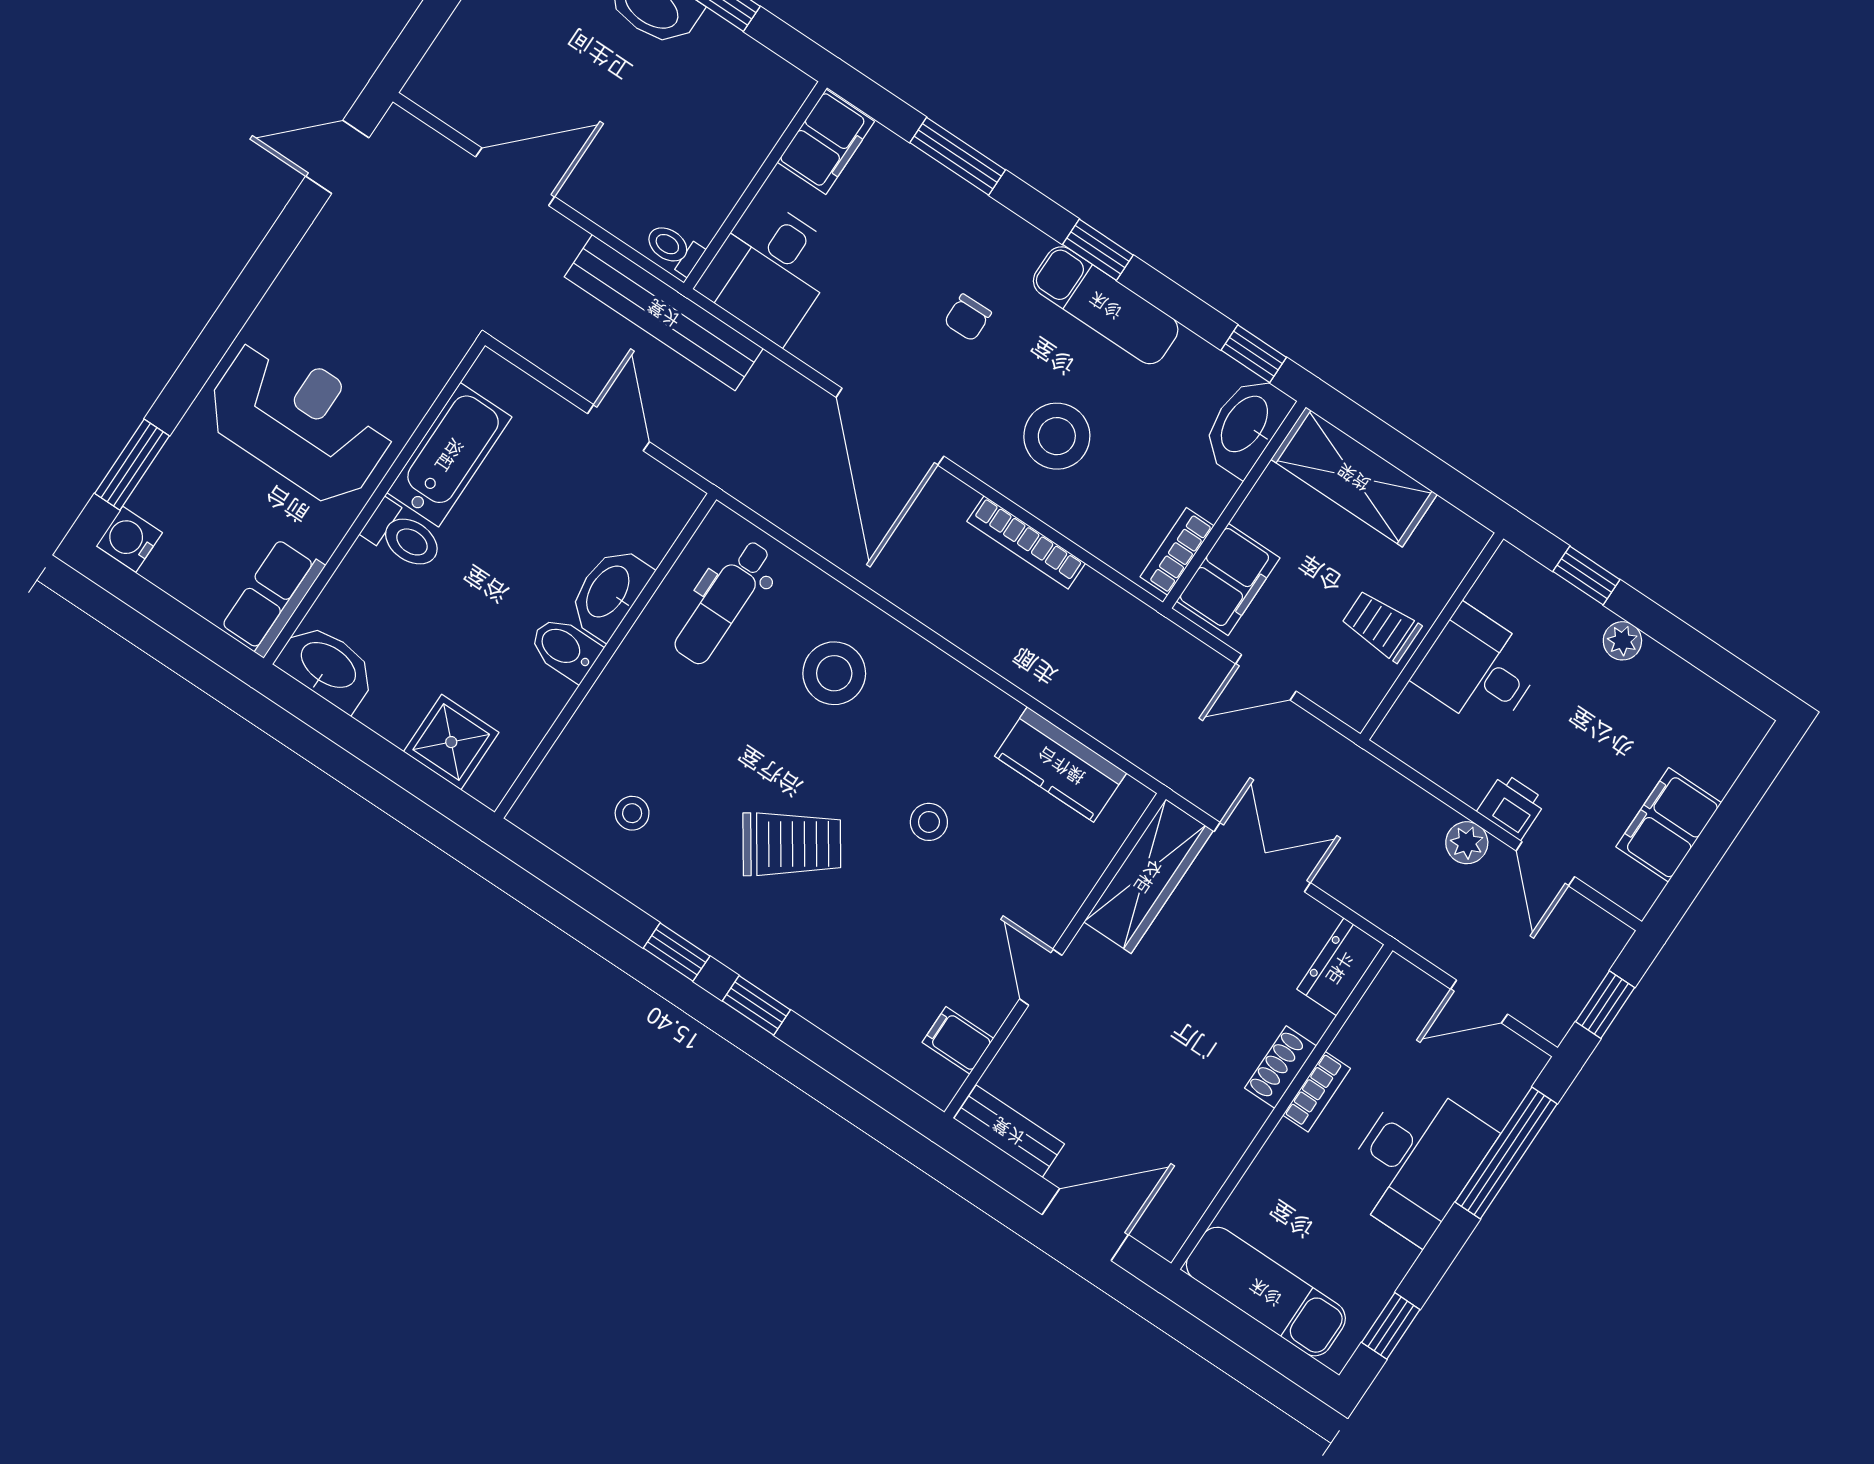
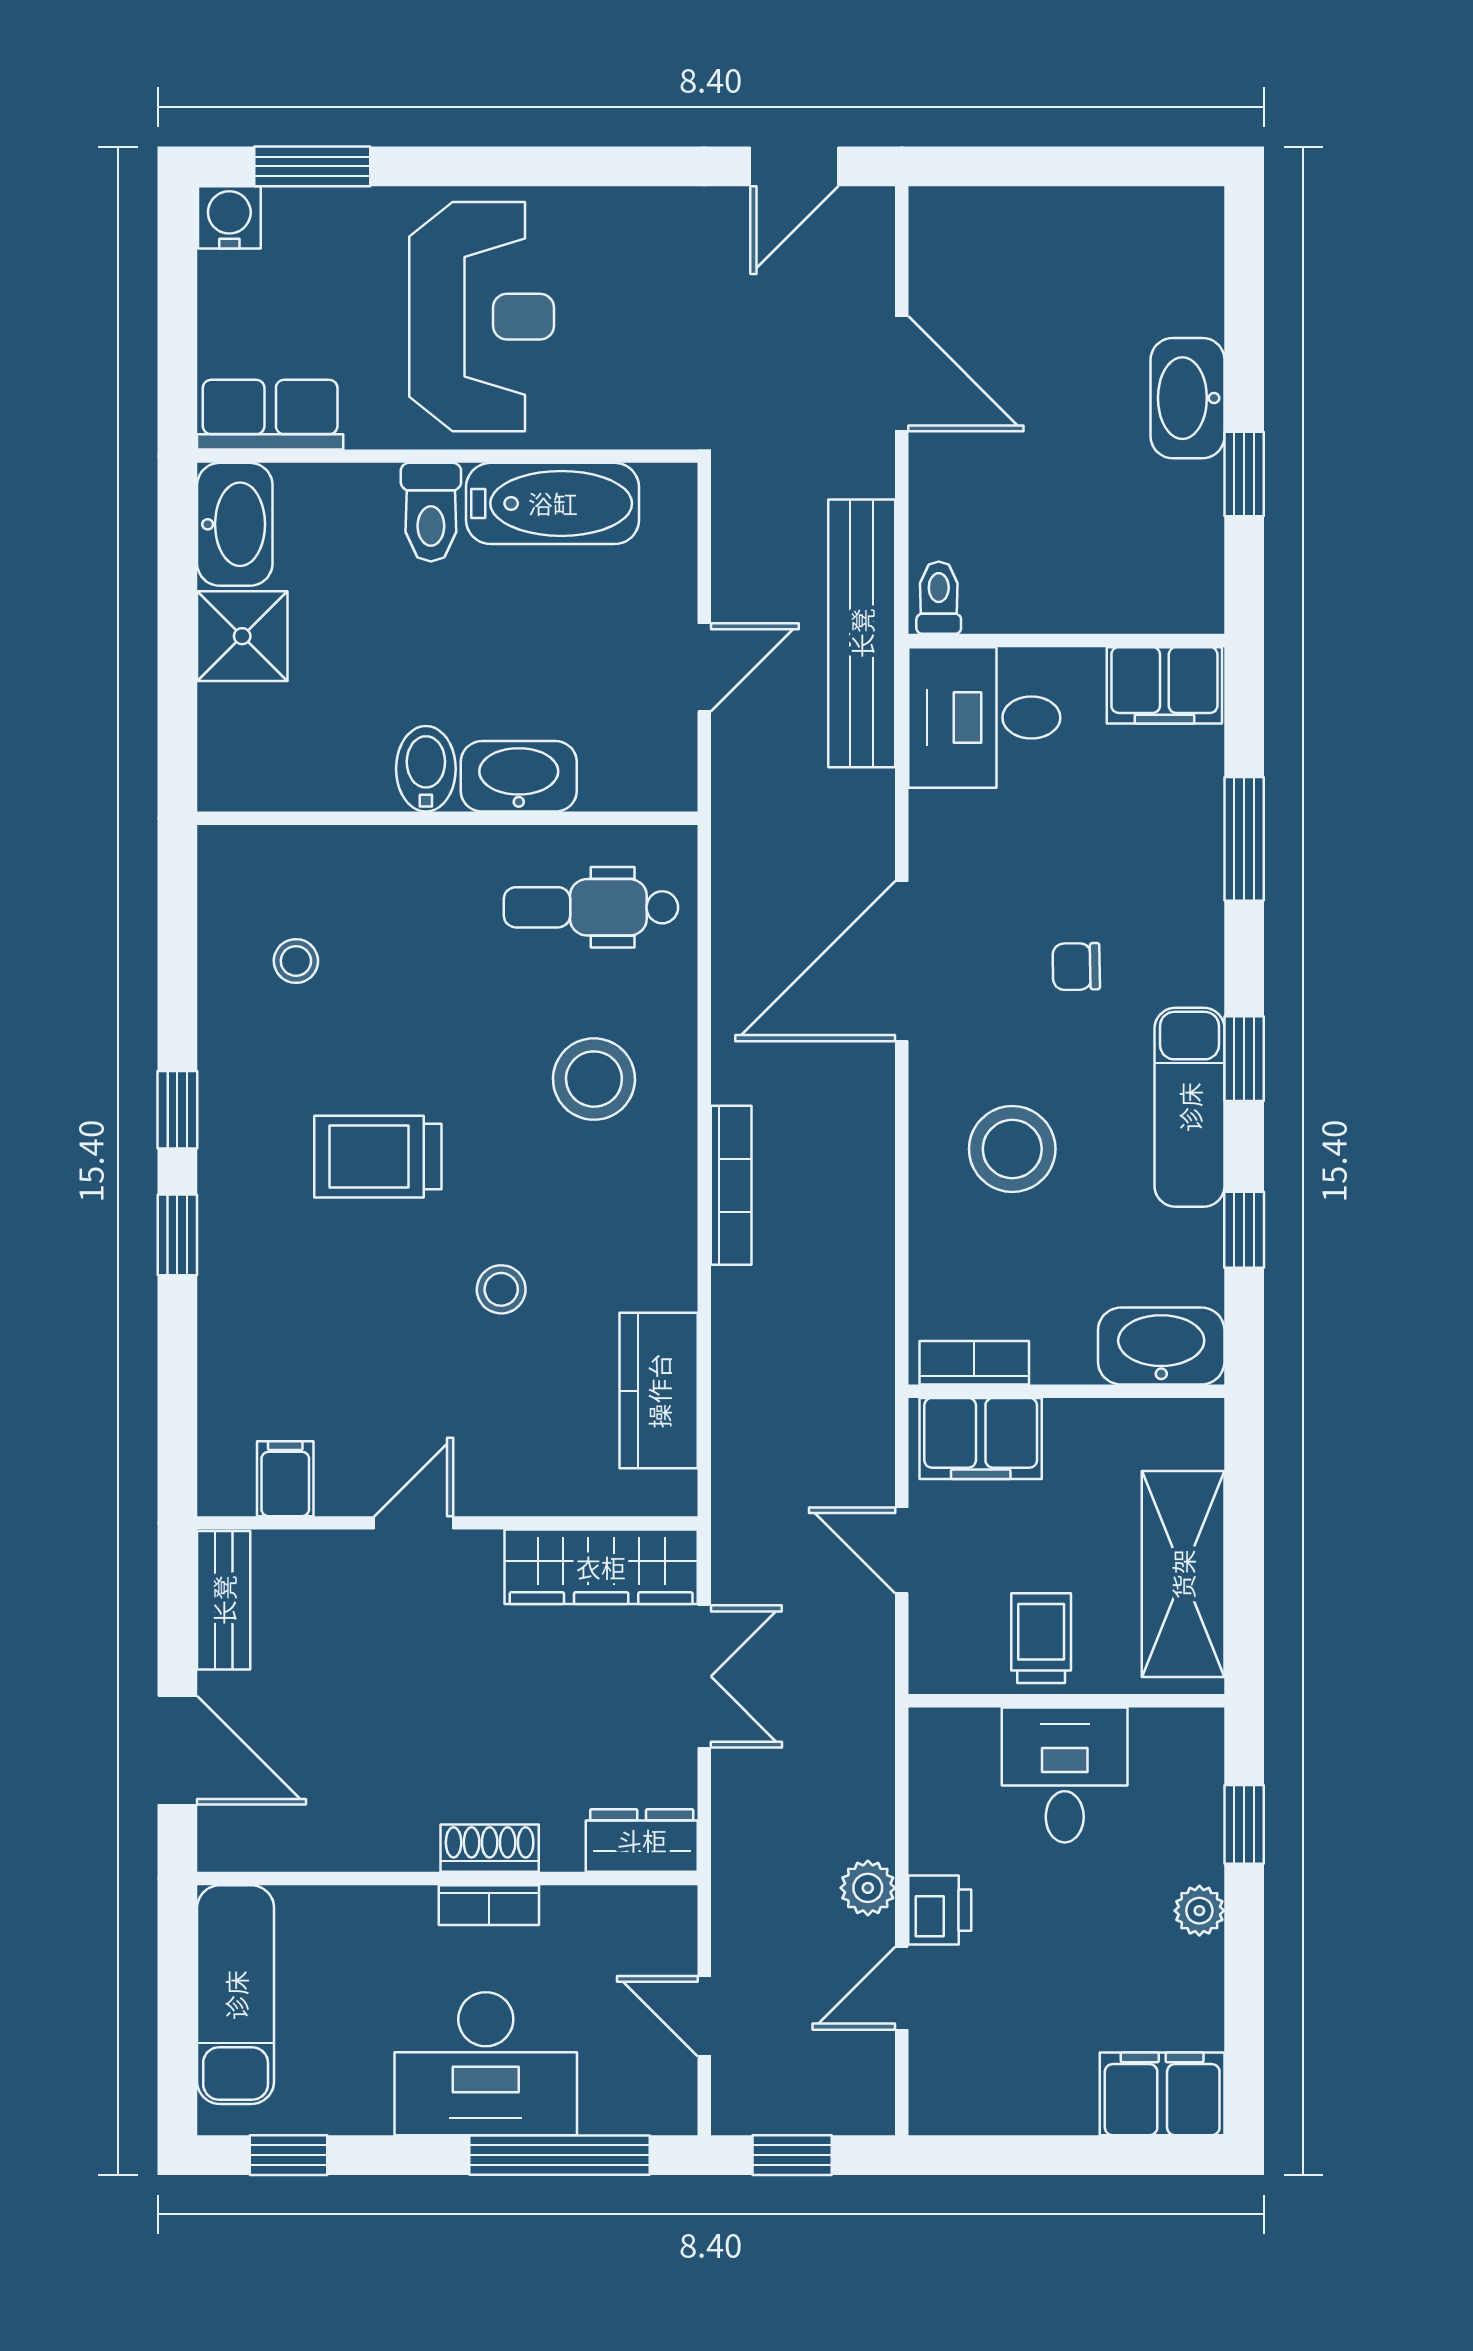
door: (337, 157) -> (794, 166), swing flipped
window: (1254, 354) -> (1244, 1230), moved
shelving: (1354, 477) -> (1183, 1574), moved
bookcase: (1026, 542) -> (731, 1185), moved, turned 180
shower: (451, 742) -> (242, 636), moved
filing cabinet: (1669, 825) -> (1162, 2094), moved
trolley: (792, 844) -> (378, 1157), turned 124

